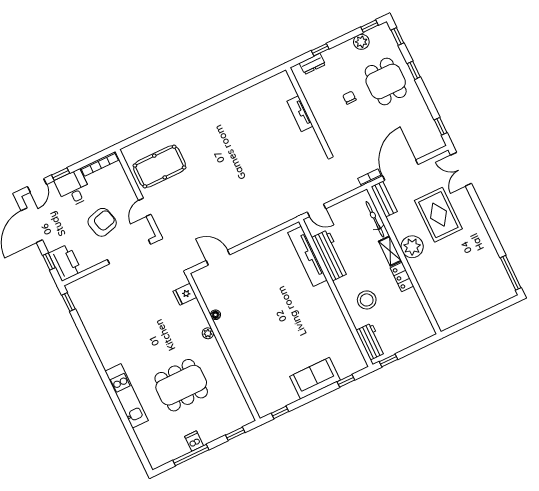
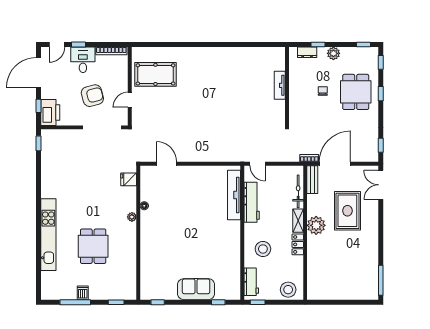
plant: (361, 42) -> (333, 53), moved
stool: (415, 331) -> (288, 290), added
dining table: (181, 385) -> (93, 246), width x0.73
kitchen unit: (127, 396) -> (48, 235), width x1.36

